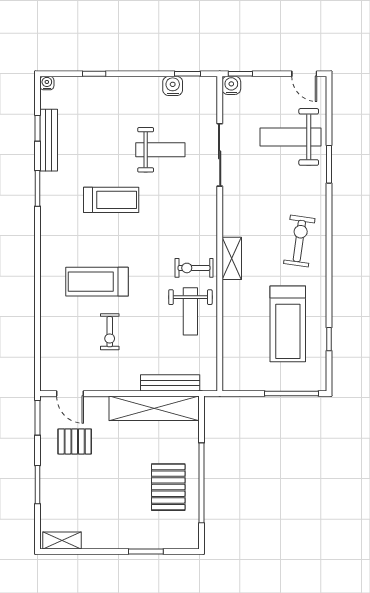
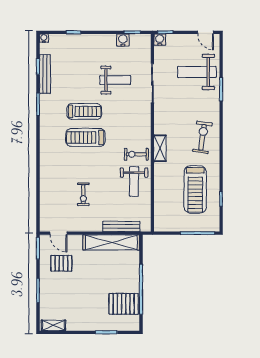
treadmill: (97, 282) -> (86, 137), moved
pallet: (168, 487) -> (124, 304), moved, turned 90

